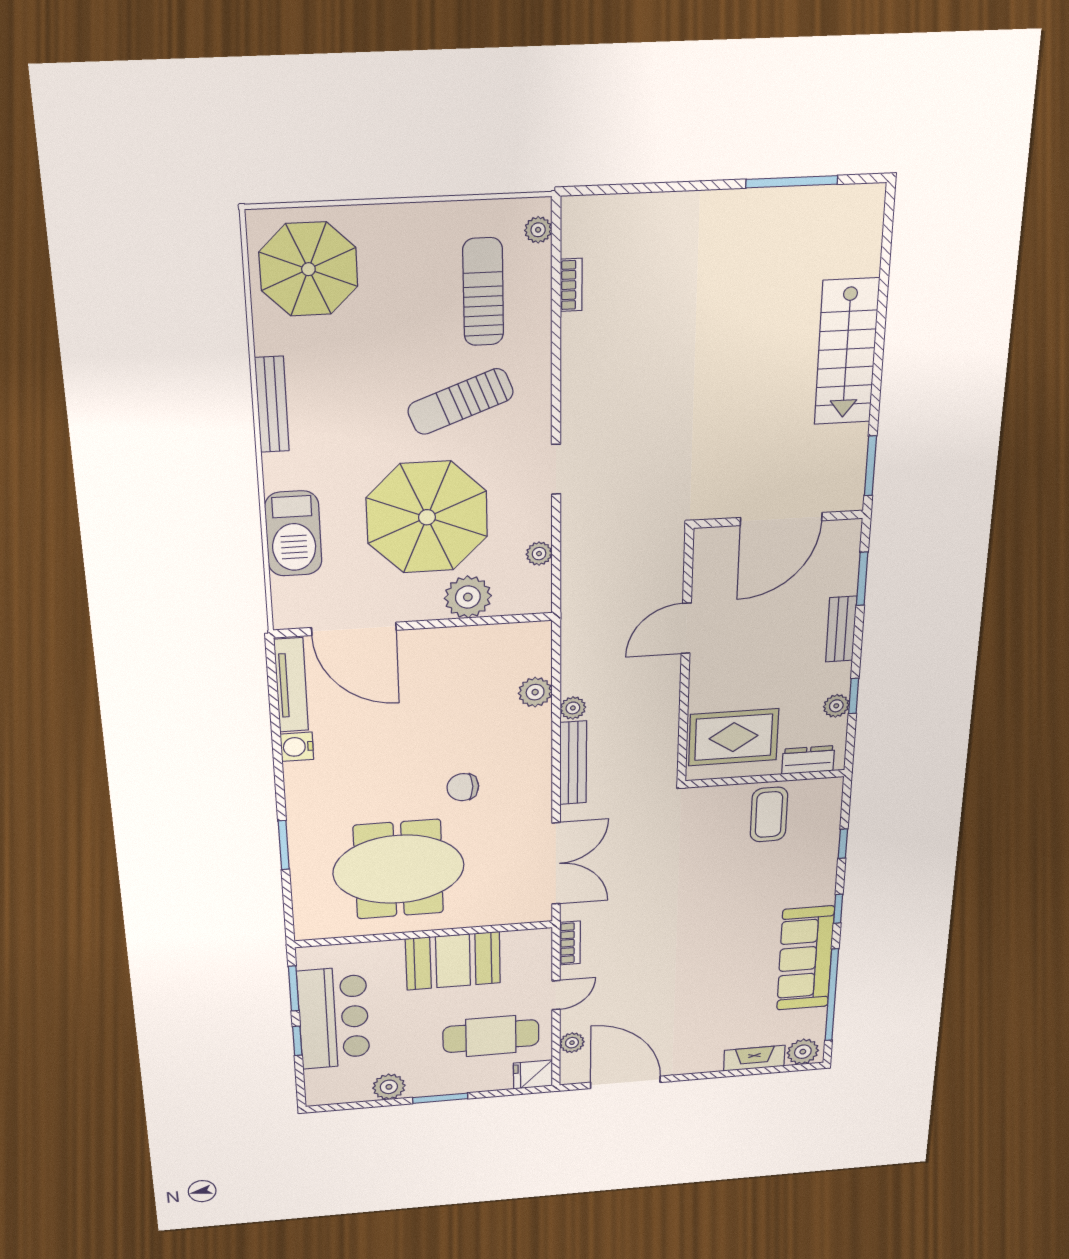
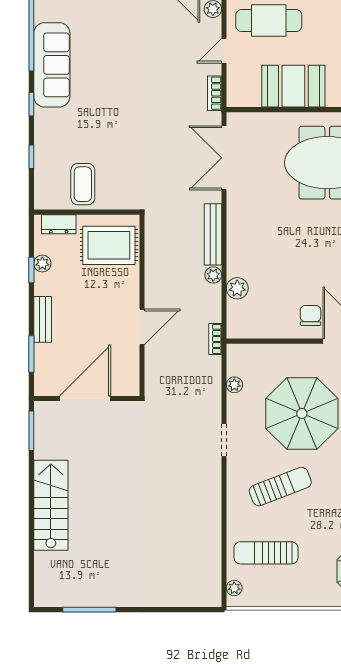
bookcase: (571, 285) -> (215, 339), moved
sun lounger: (483, 292) -> (266, 553), turned 90
plant: (468, 597) -> (278, 358), removed
chair: (463, 787) -> (311, 315), moved, turned -90

